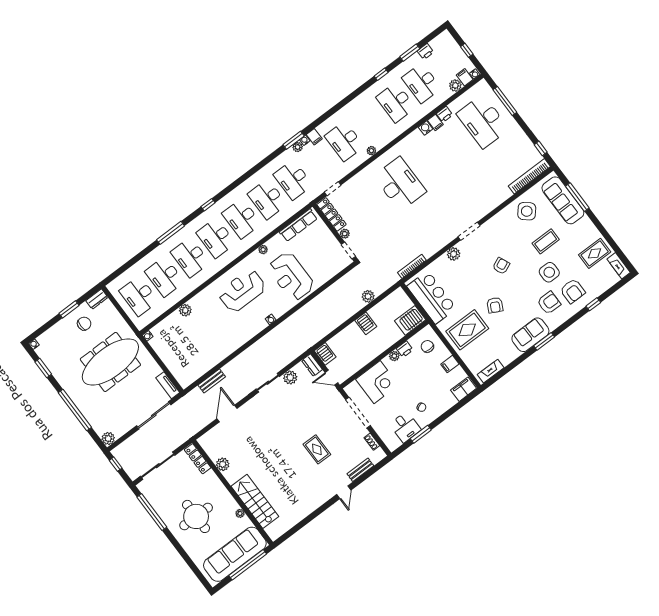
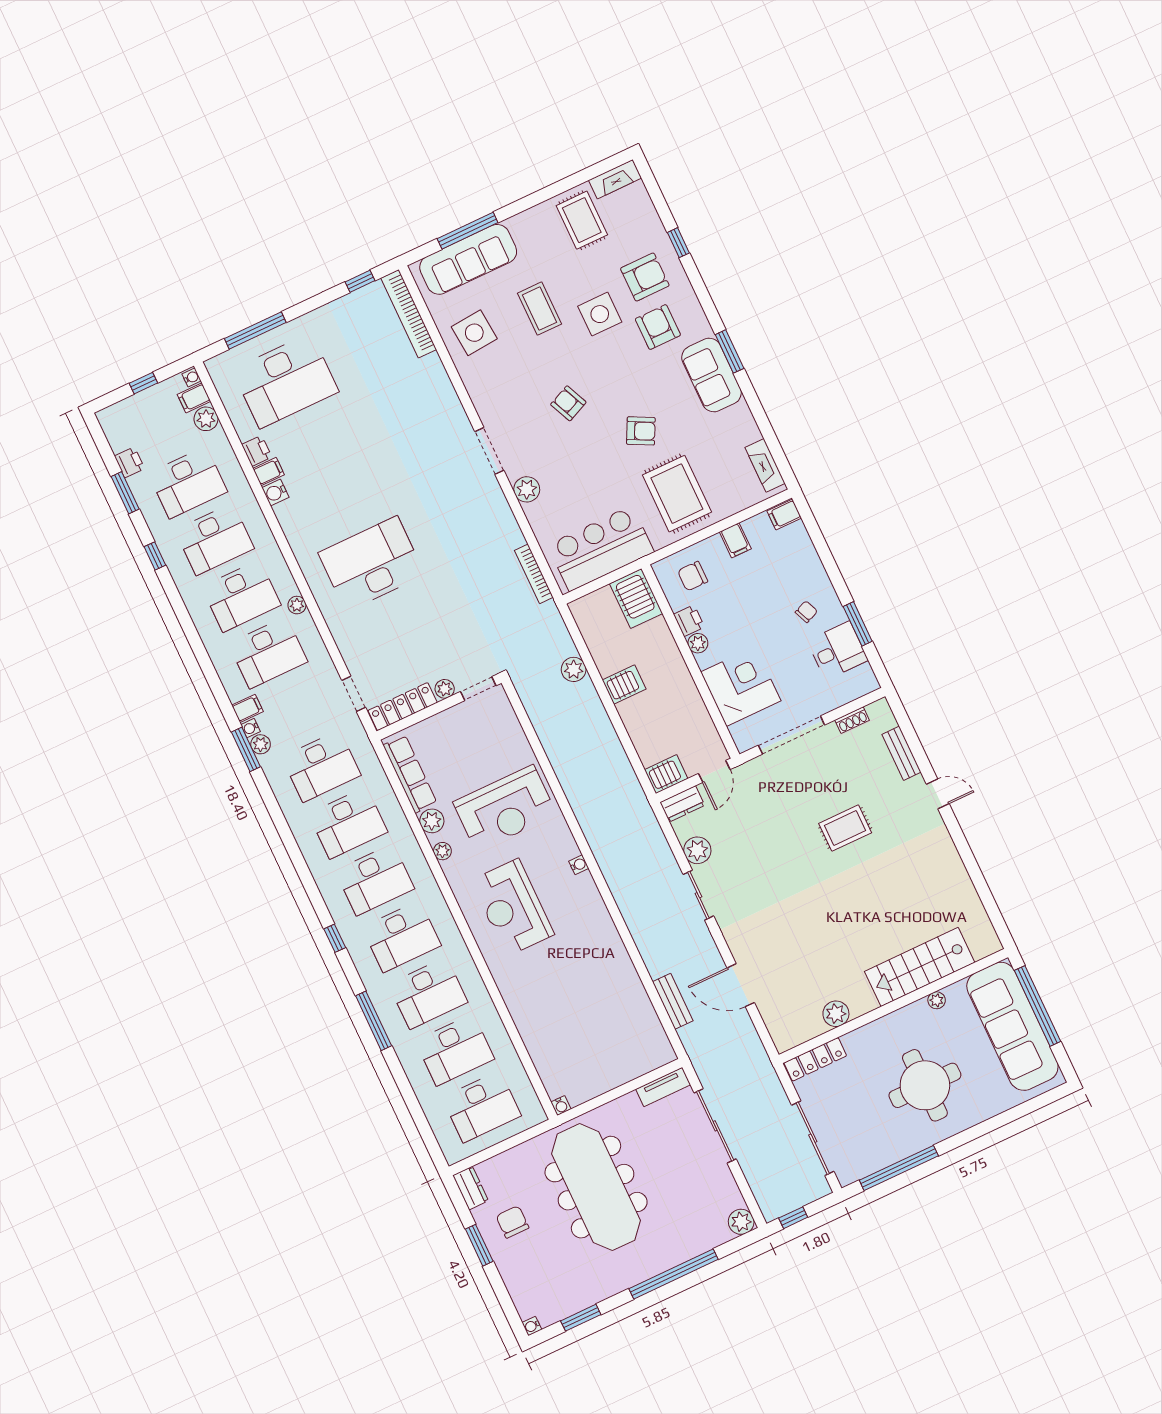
desk: (370, 122) -> (241, 596), added
side table: (527, 211) -> (474, 333), turned 45
plant: (185, 310) -> (432, 821), moved
filing cabinet: (464, 389) -> (784, 514), width x0.50

